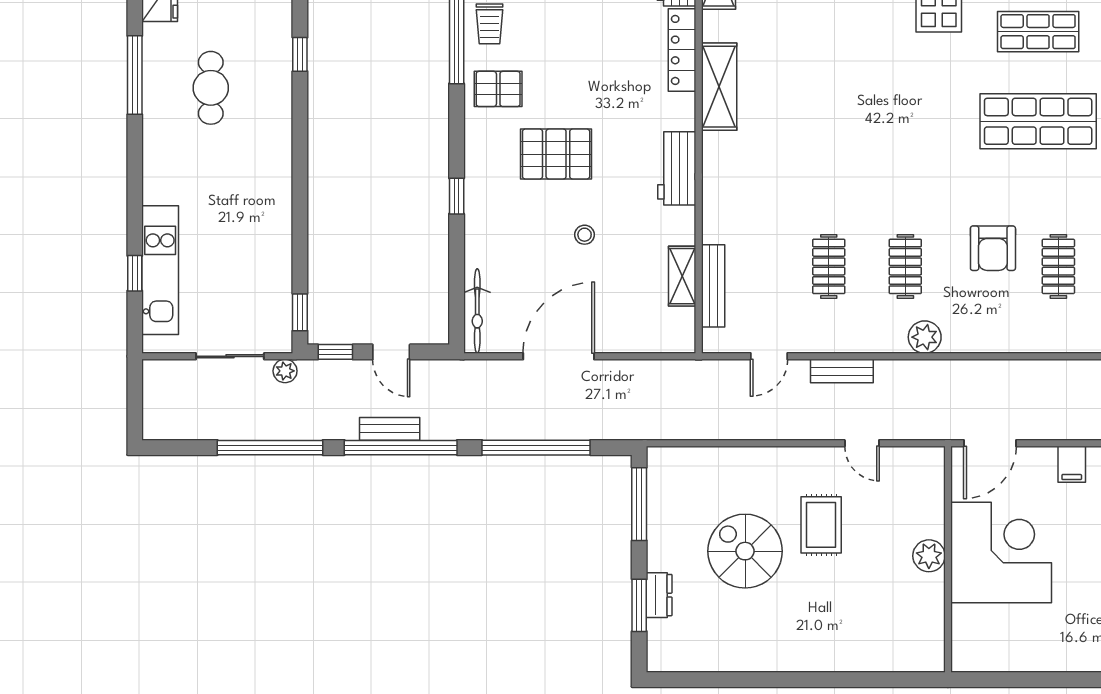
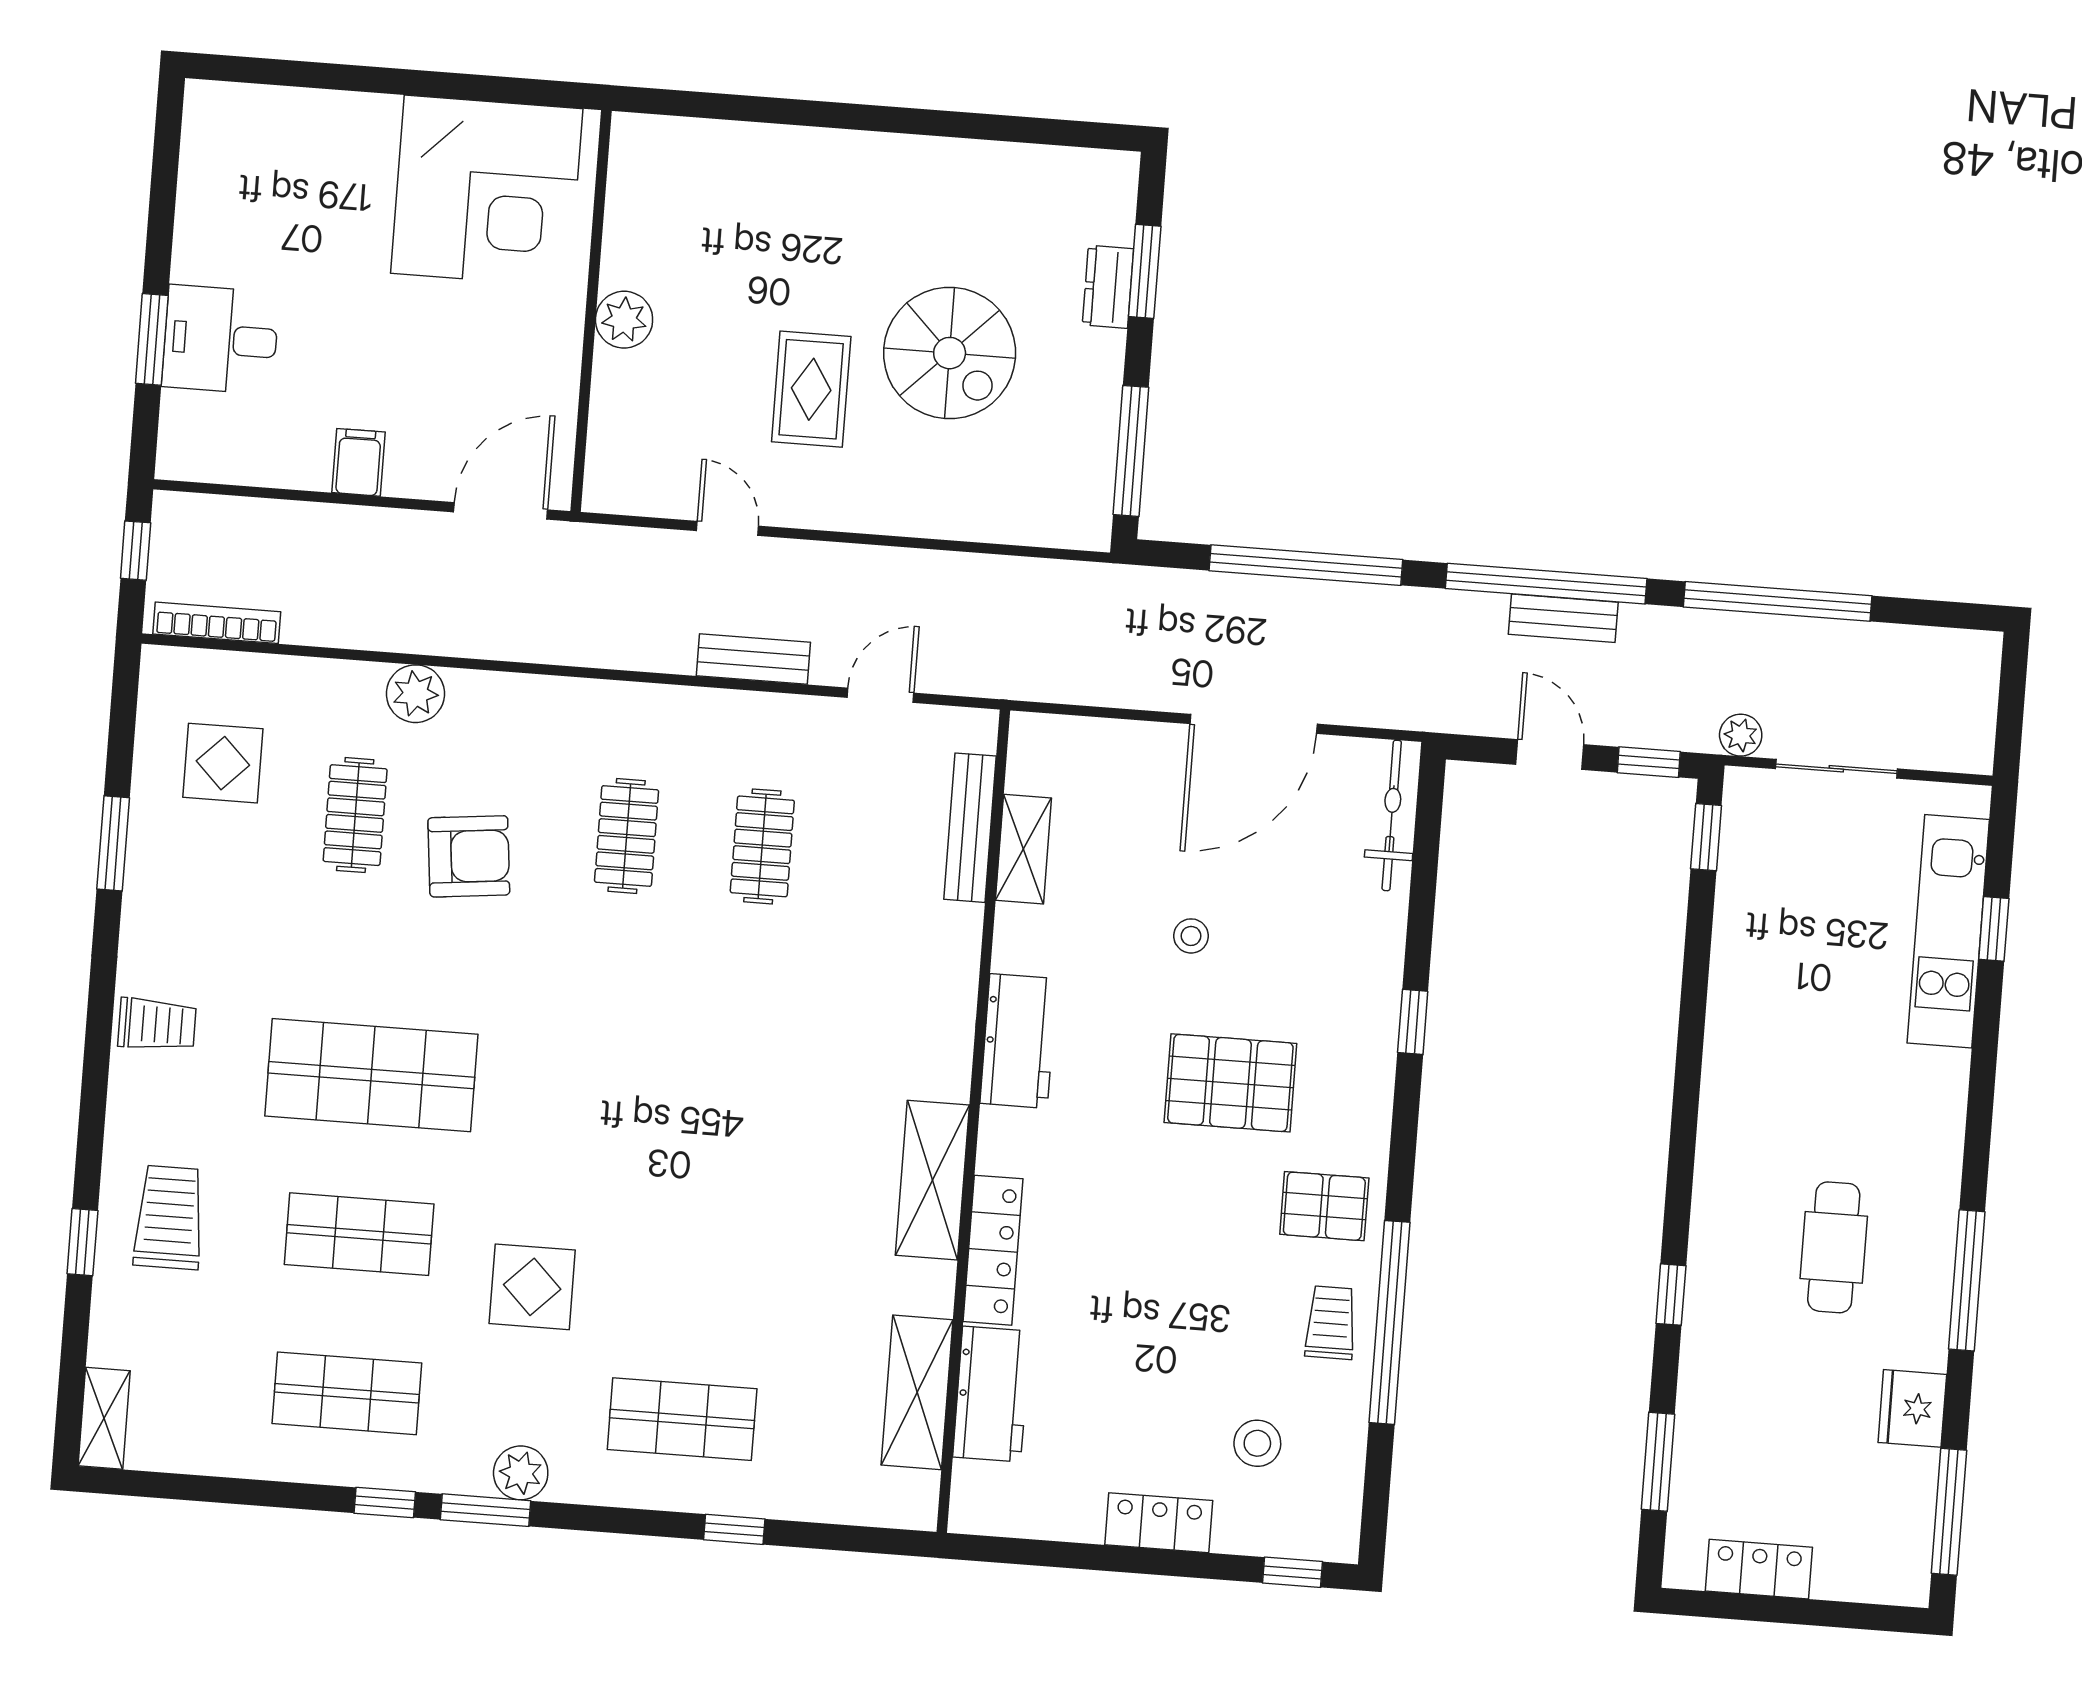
armchair: (993, 248) -> (469, 856), turned 84
plant: (925, 337) -> (415, 694), moved
corner desk: (1001, 552) -> (487, 191), moved, turned -90

